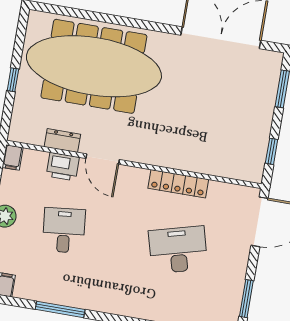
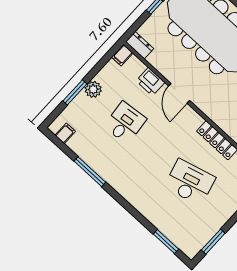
dresser: (62, 141) -> (140, 45), moved

